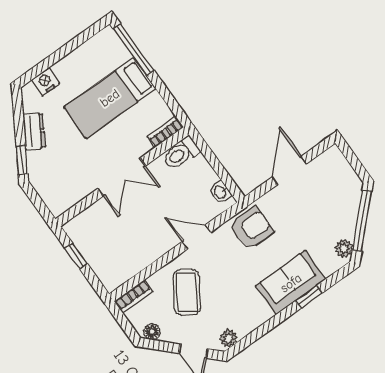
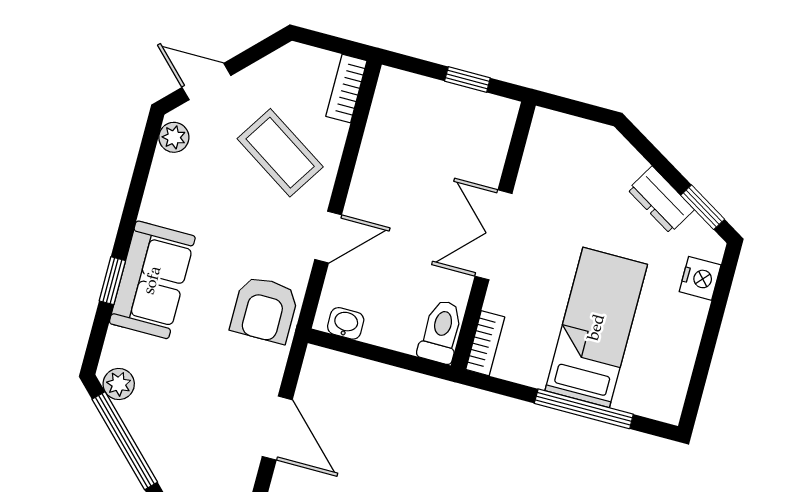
window: (134, 50) -> (584, 409), moved
window: (22, 160) -> (703, 207), moved
floor lamp: (152, 332) -> (283, 62), removed

